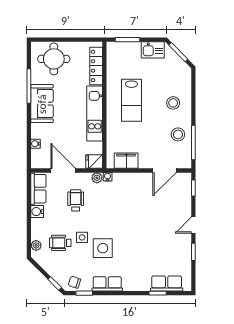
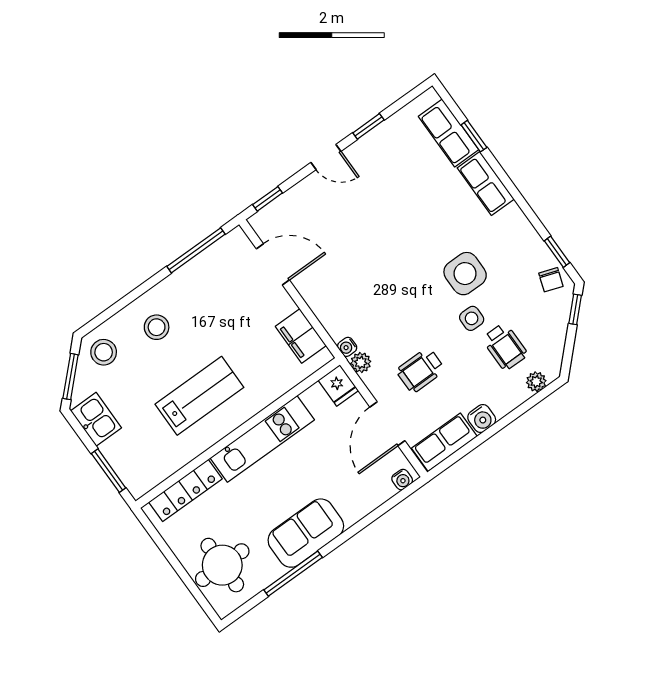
stool: (178, 134) -> (104, 352), moved
water cooler: (36, 144) -> (402, 480), moved
row of seats: (107, 284) -> (486, 183), moved

